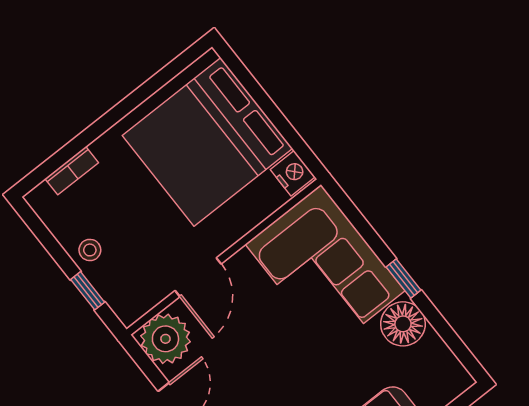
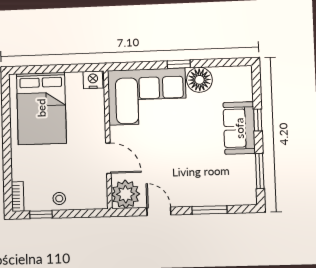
bed: (207, 142) -> (41, 108), width x0.73
bookcase: (72, 171) -> (18, 197), moved
window: (88, 291) -> (41, 215), moved

